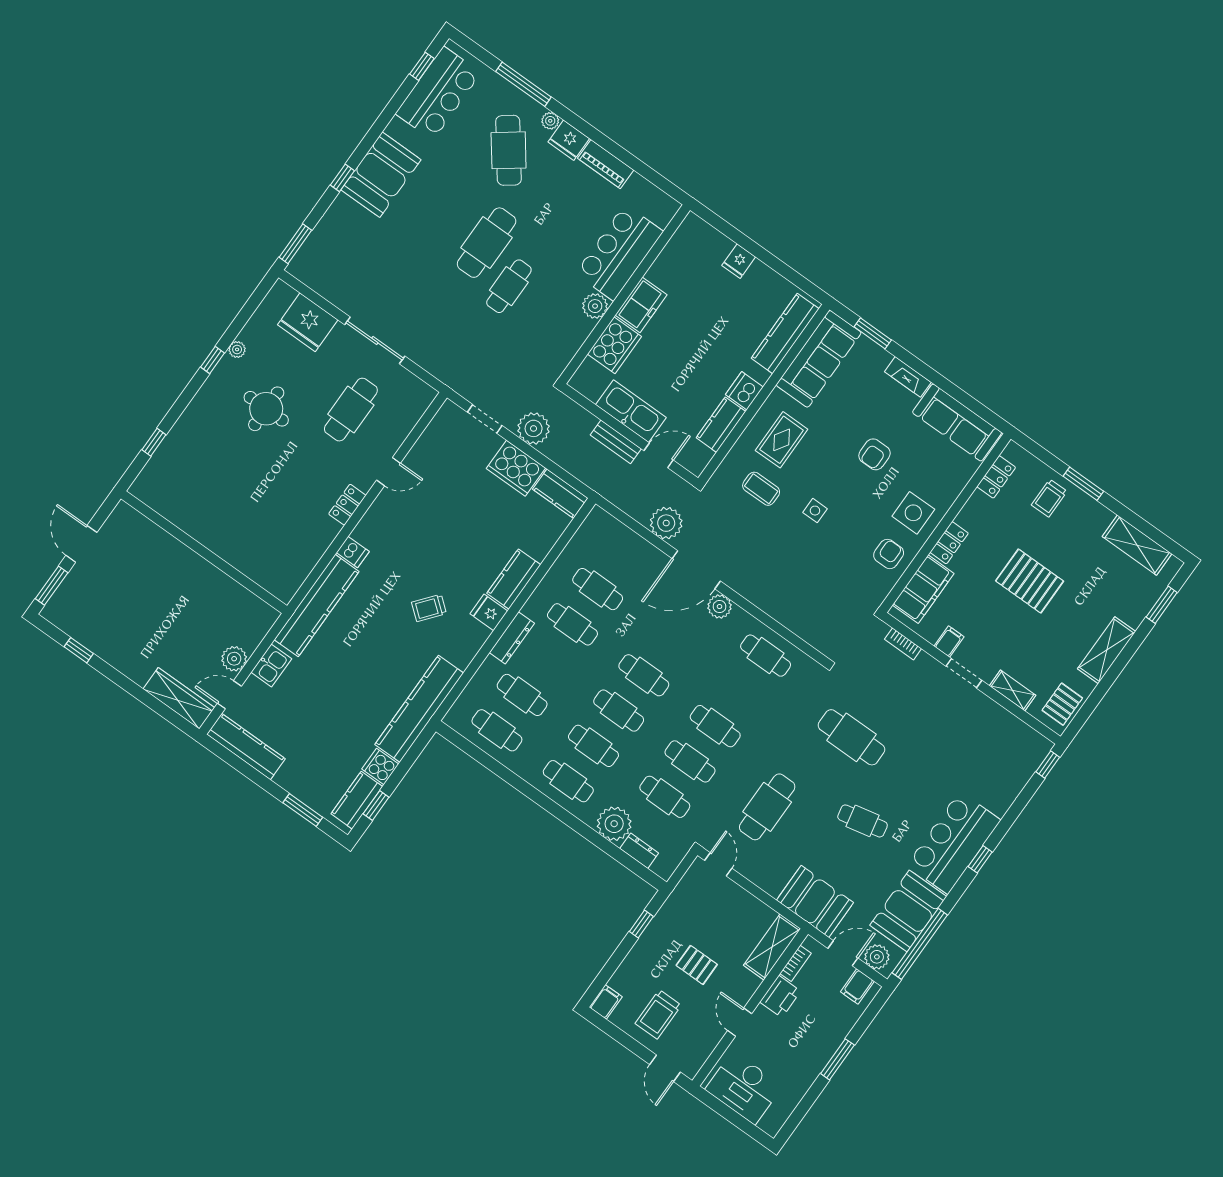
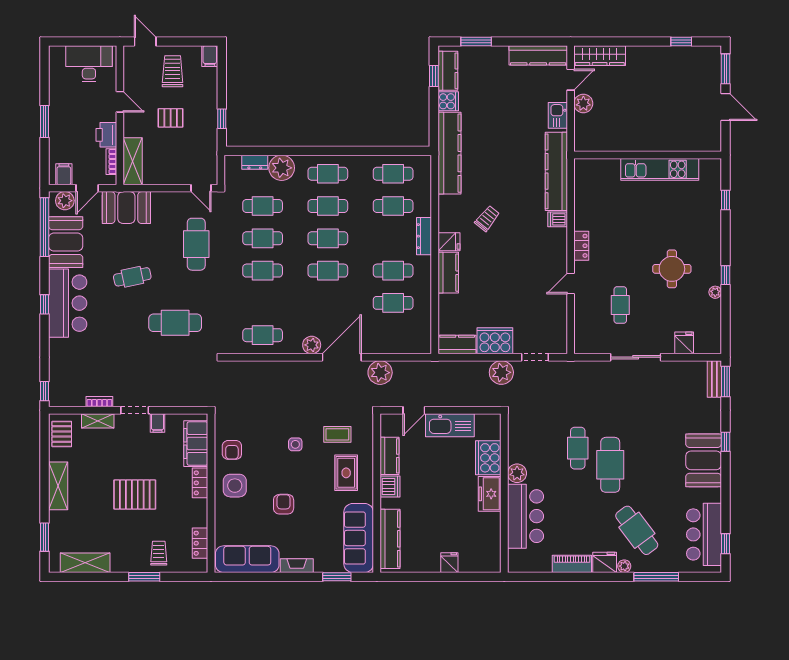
fridge: (308, 322) -> (684, 343), width x0.53, depth x0.75
cafe table: (351, 410) -> (620, 305), width x0.73, depth x0.74
bench: (616, 442) -> (714, 379), moved, turned 90
kitchen unit: (202, 527) -> (660, 169), added
bookcase: (903, 644) -> (99, 402), moved

